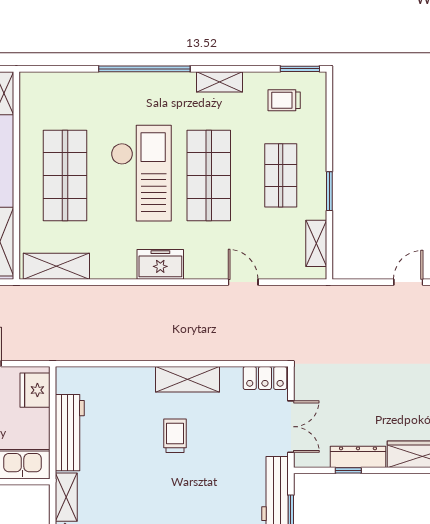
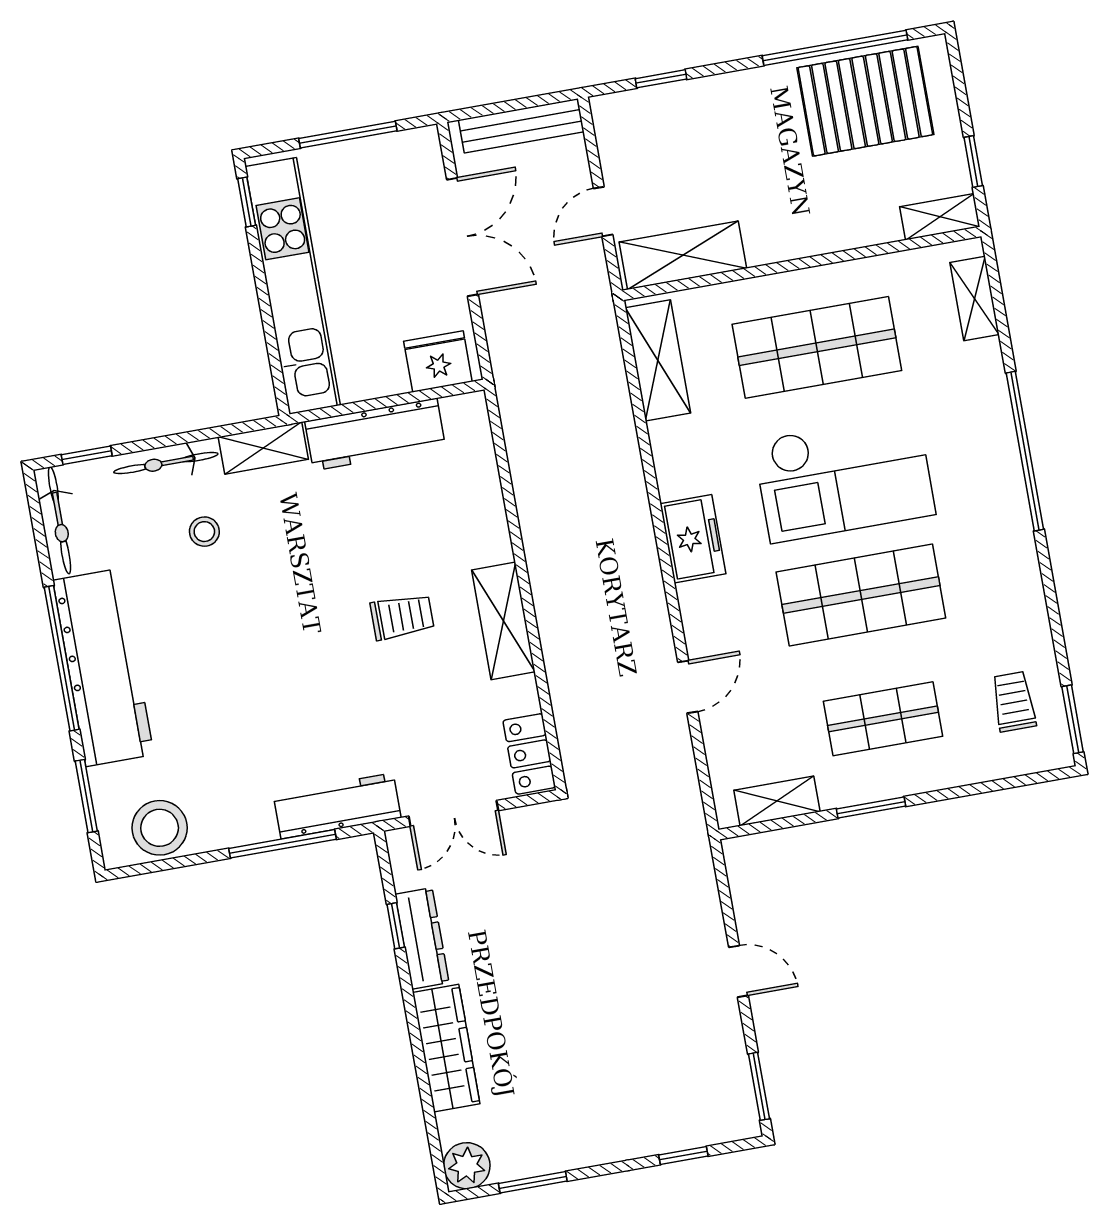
shelving: (219, 82) -> (975, 299), moved

